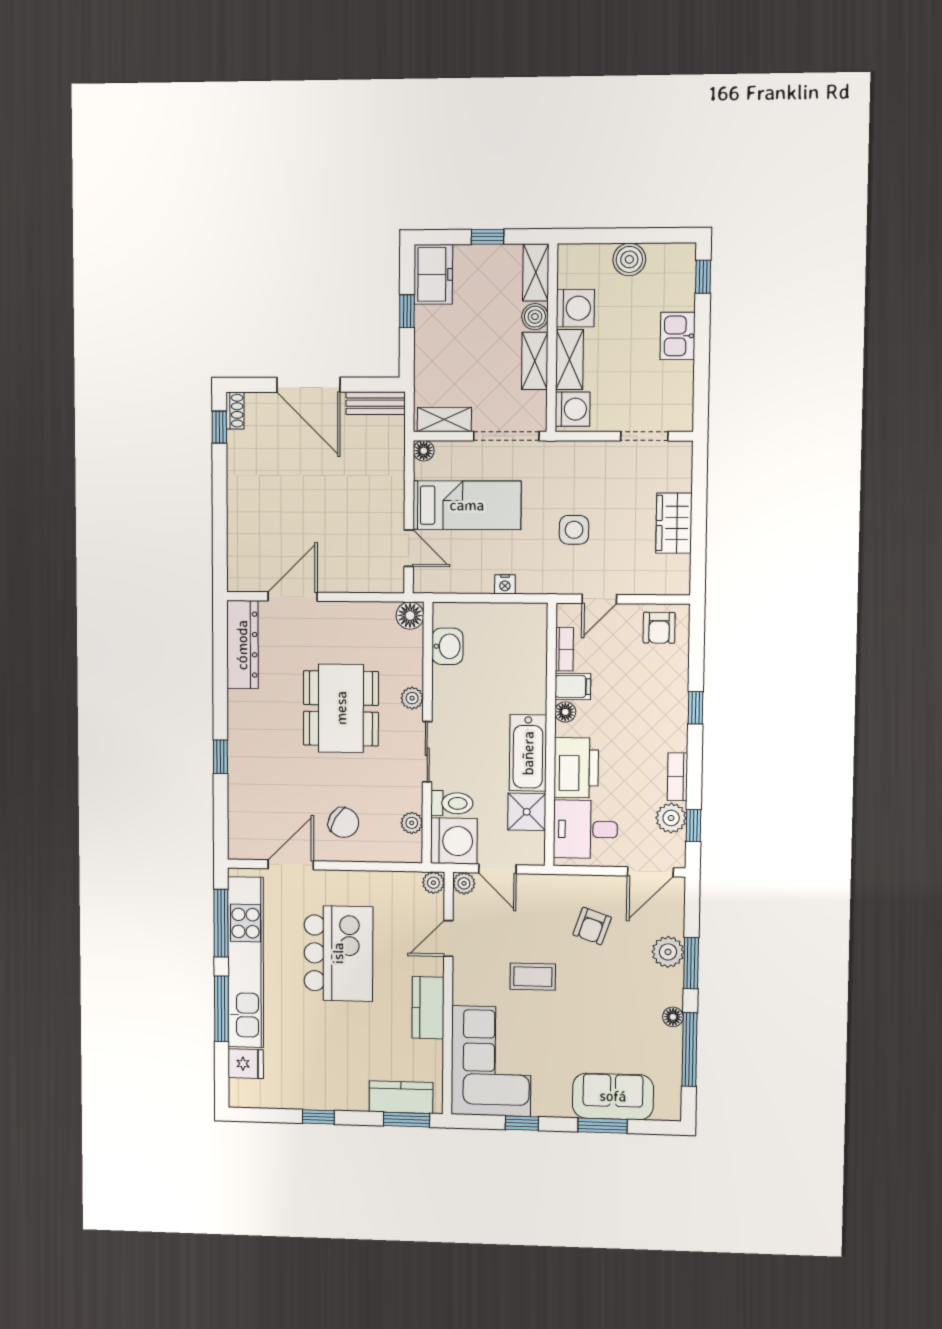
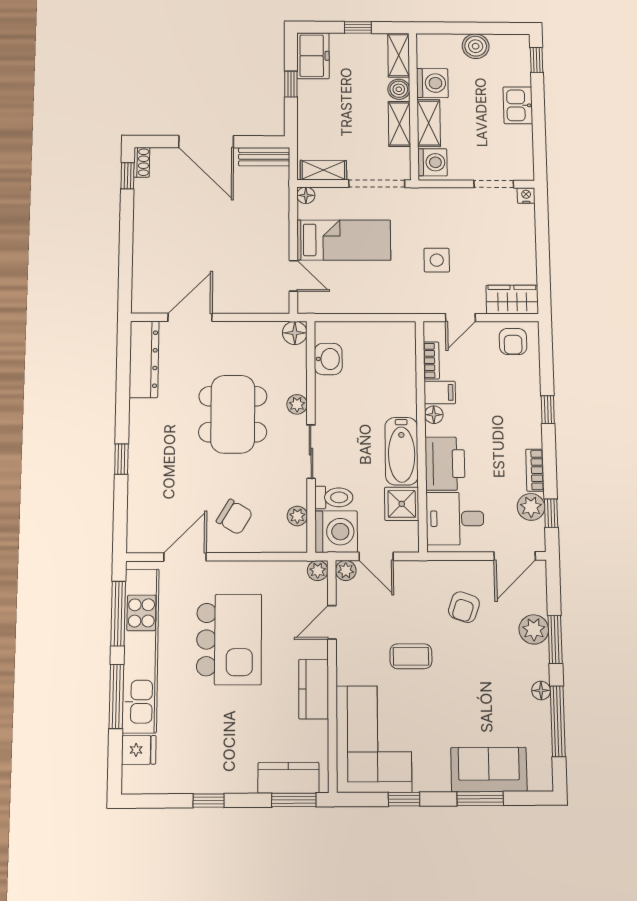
wardrobe: (674, 523) -> (512, 300), moved, turned 90
nightstand: (505, 584) -> (526, 196), moved, turned 180

